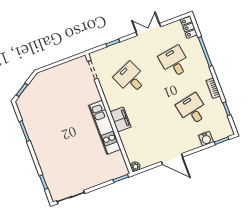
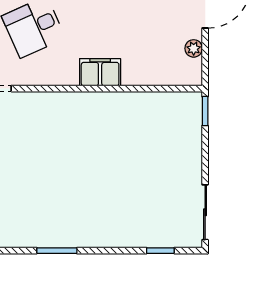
kitchen unit: (105, 127) -> (104, 105), removed
plant: (135, 166) -> (194, 48), moved

